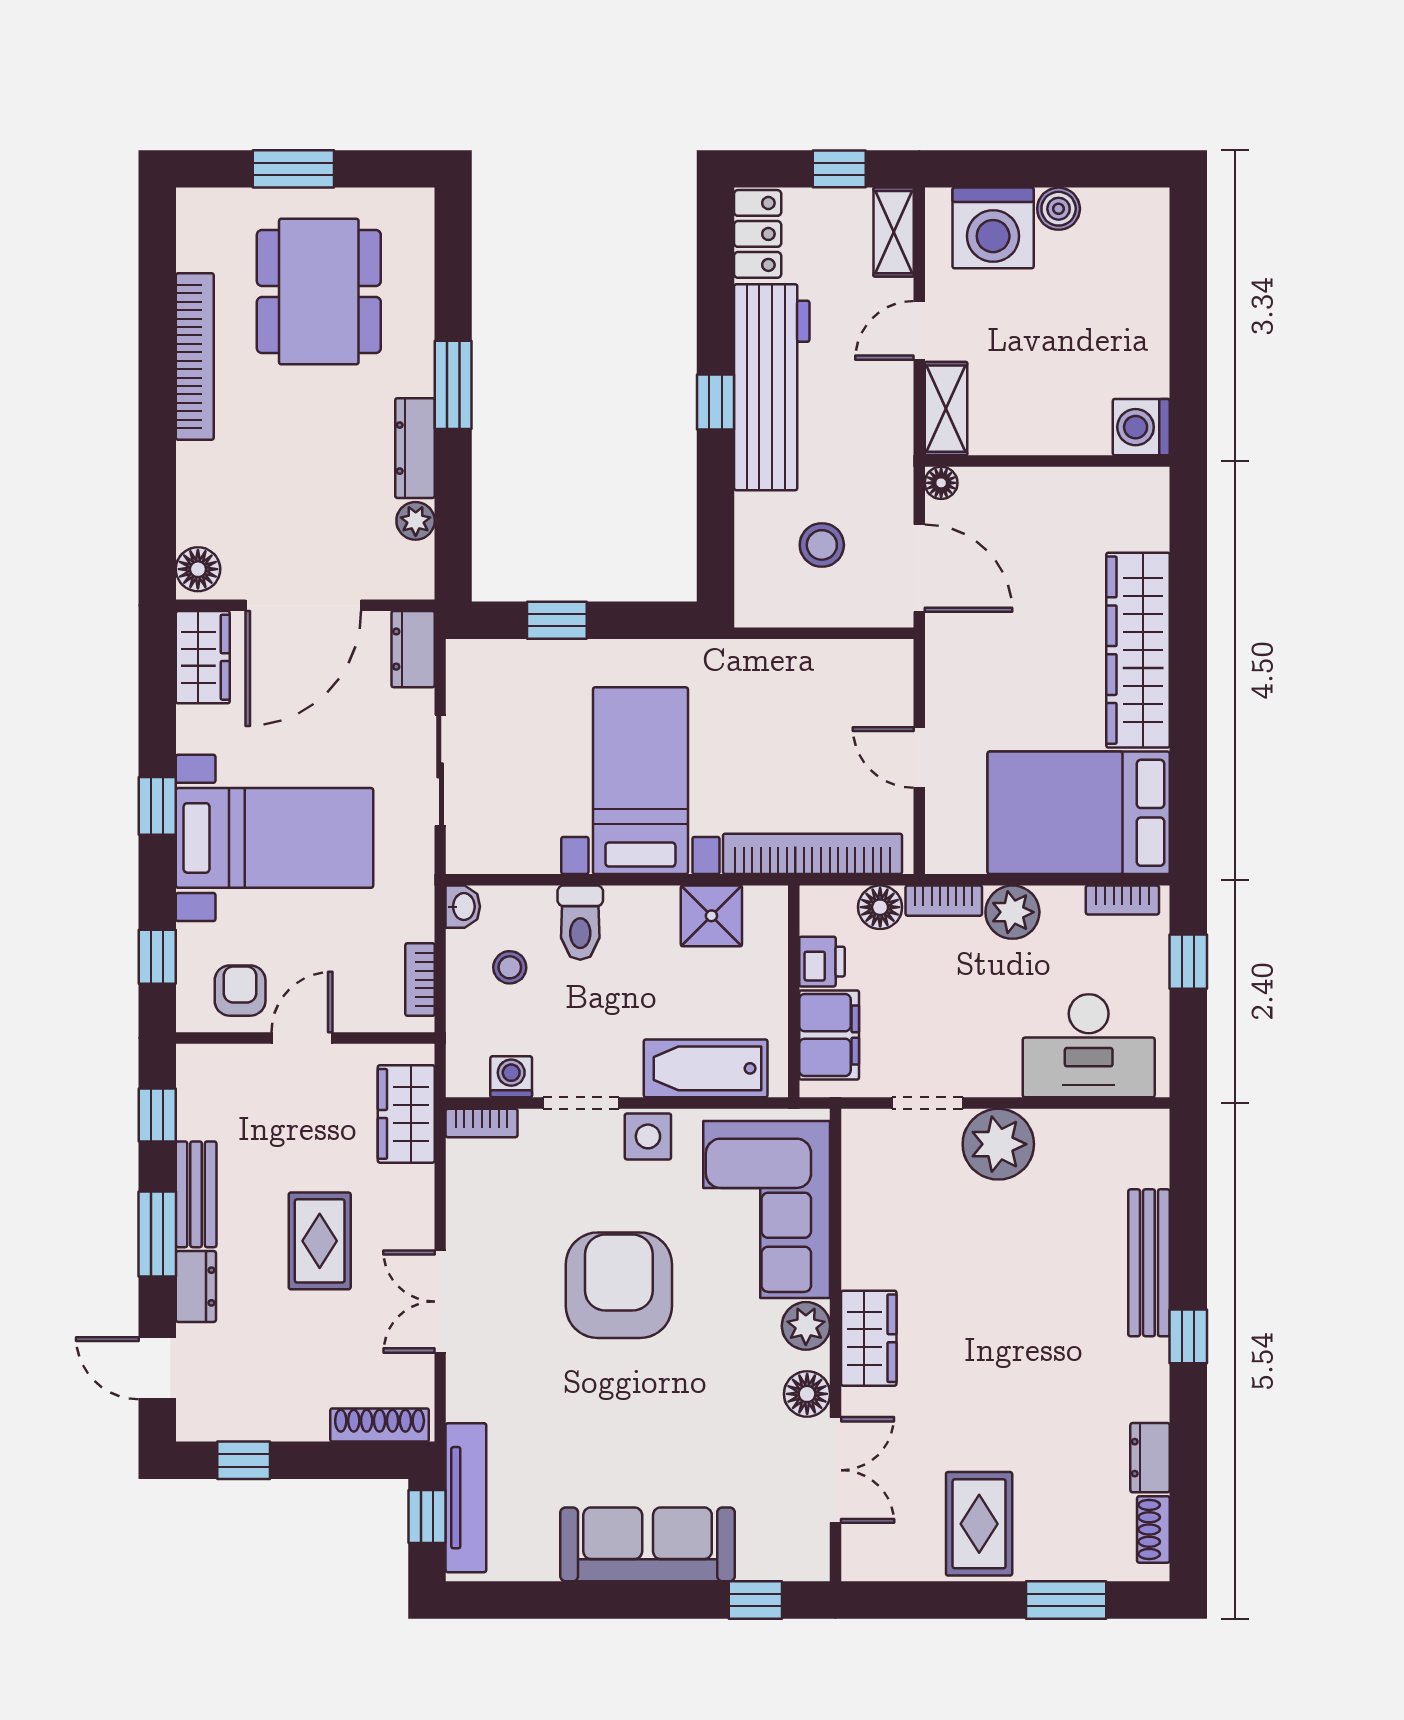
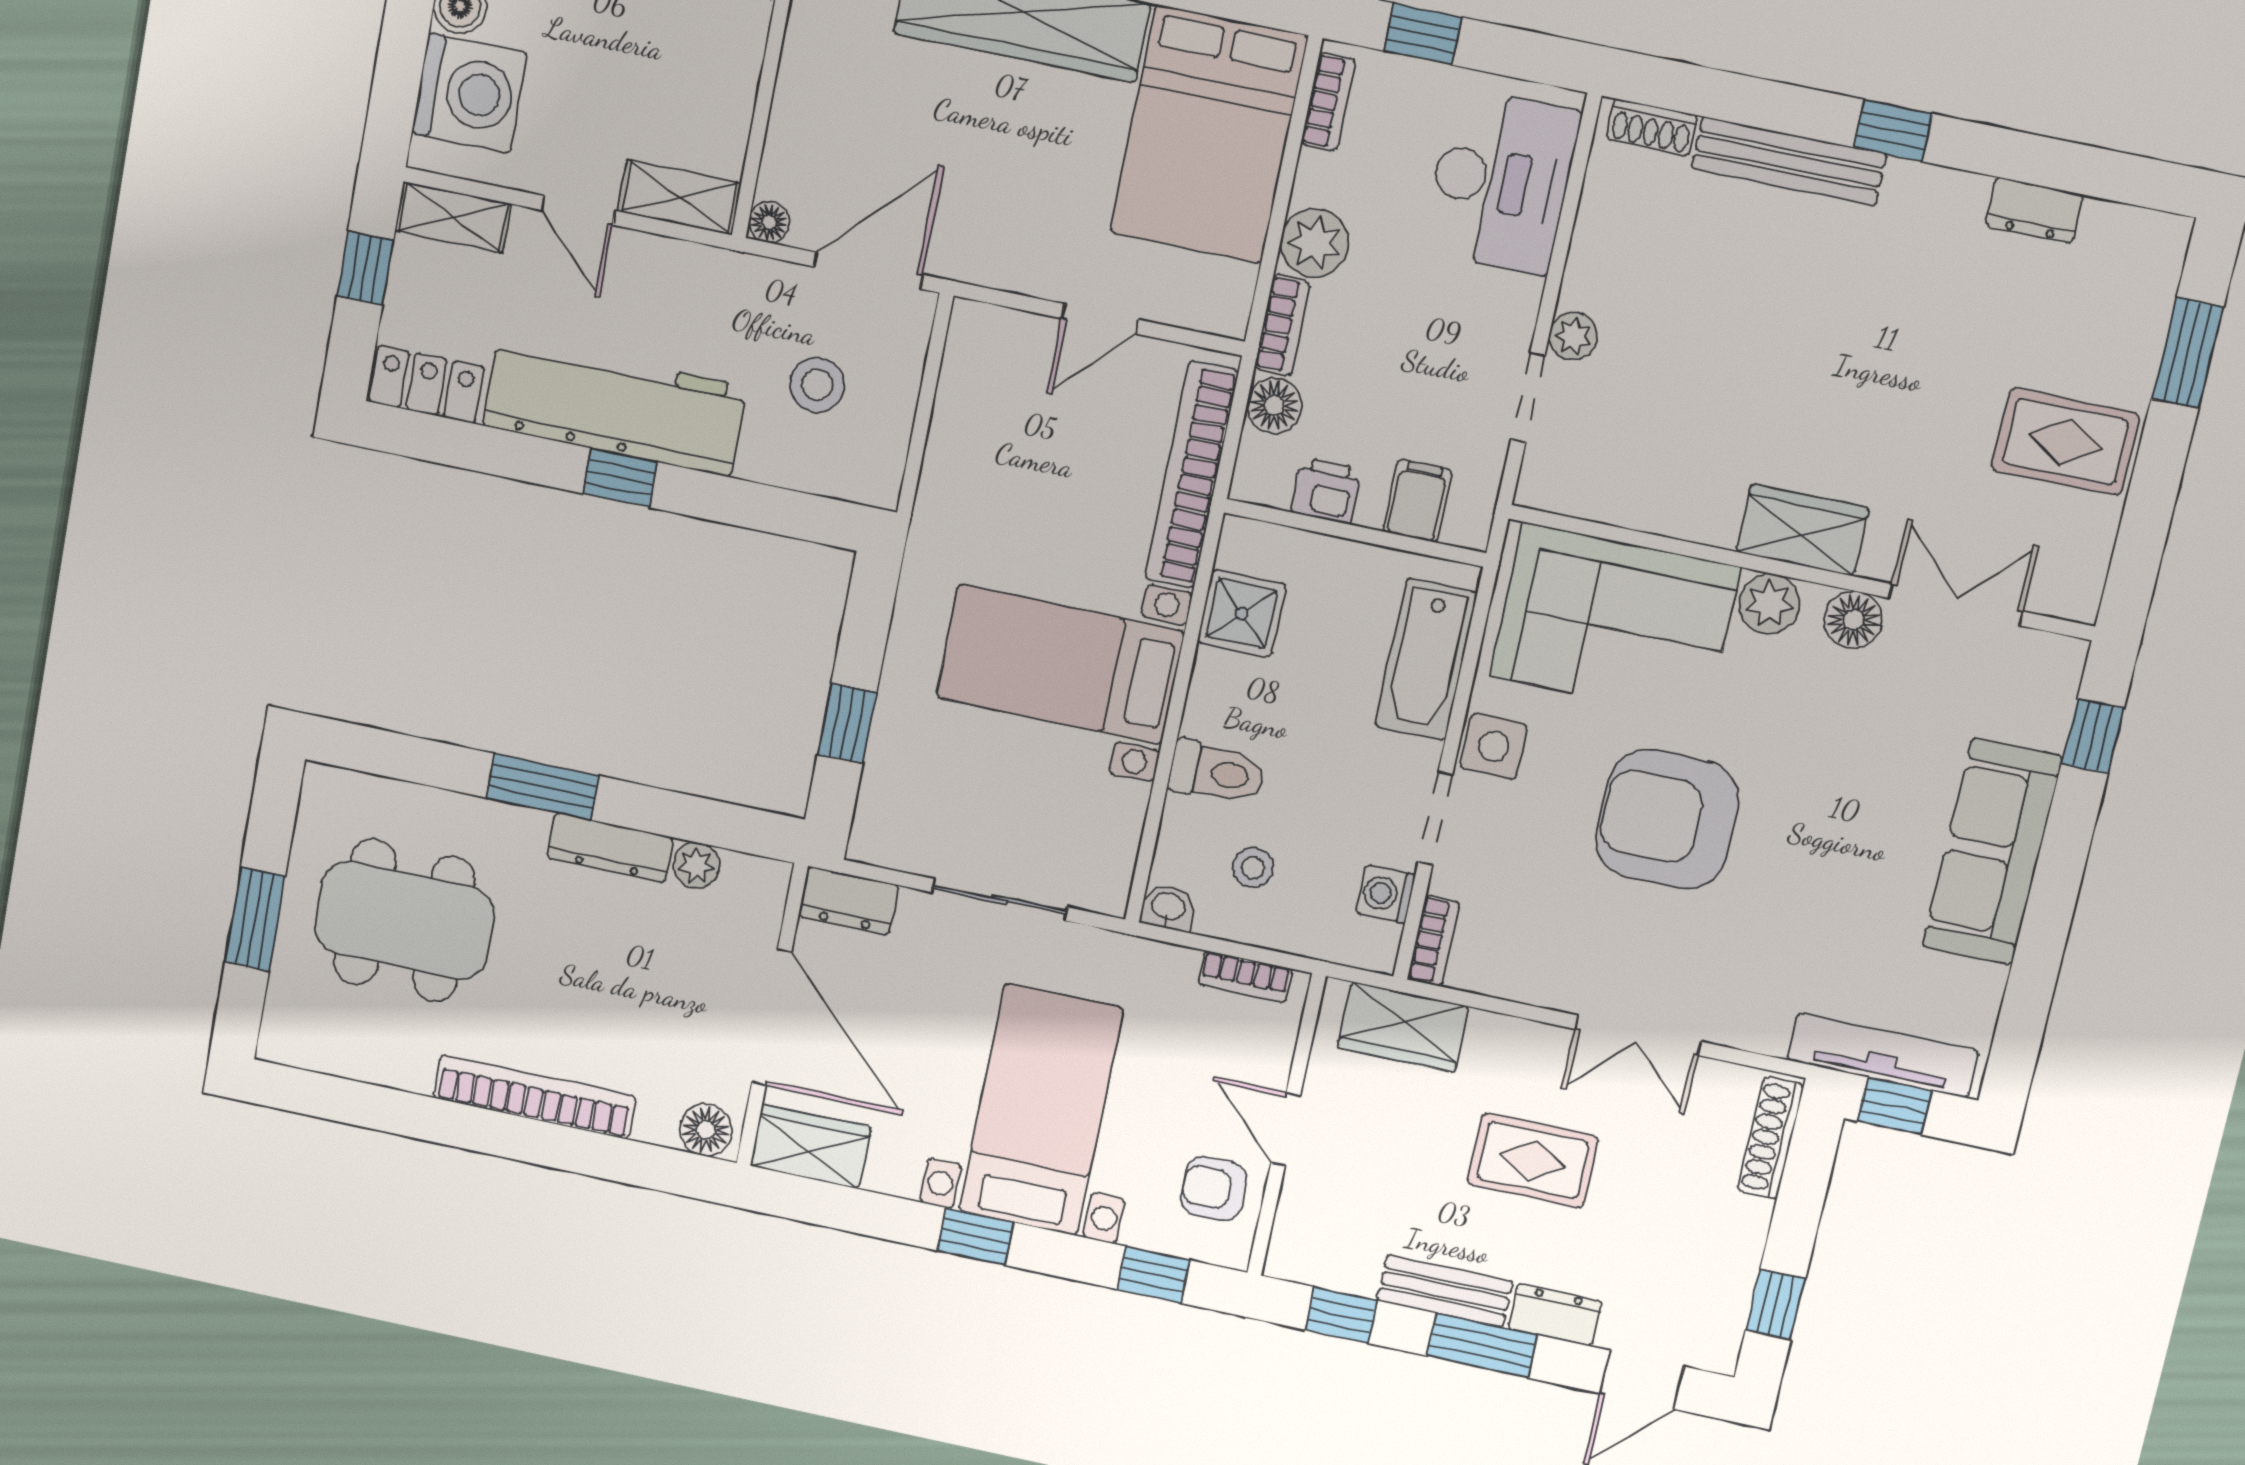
bookcase: (195, 357) -> (534, 1097), moved
filing cabinet: (829, 1035) -> (1418, 501), width x0.50
plant: (998, 1144) -> (1573, 336), width x0.53, depth x0.53
shoe rack: (1153, 1529) -> (1652, 127), moved

